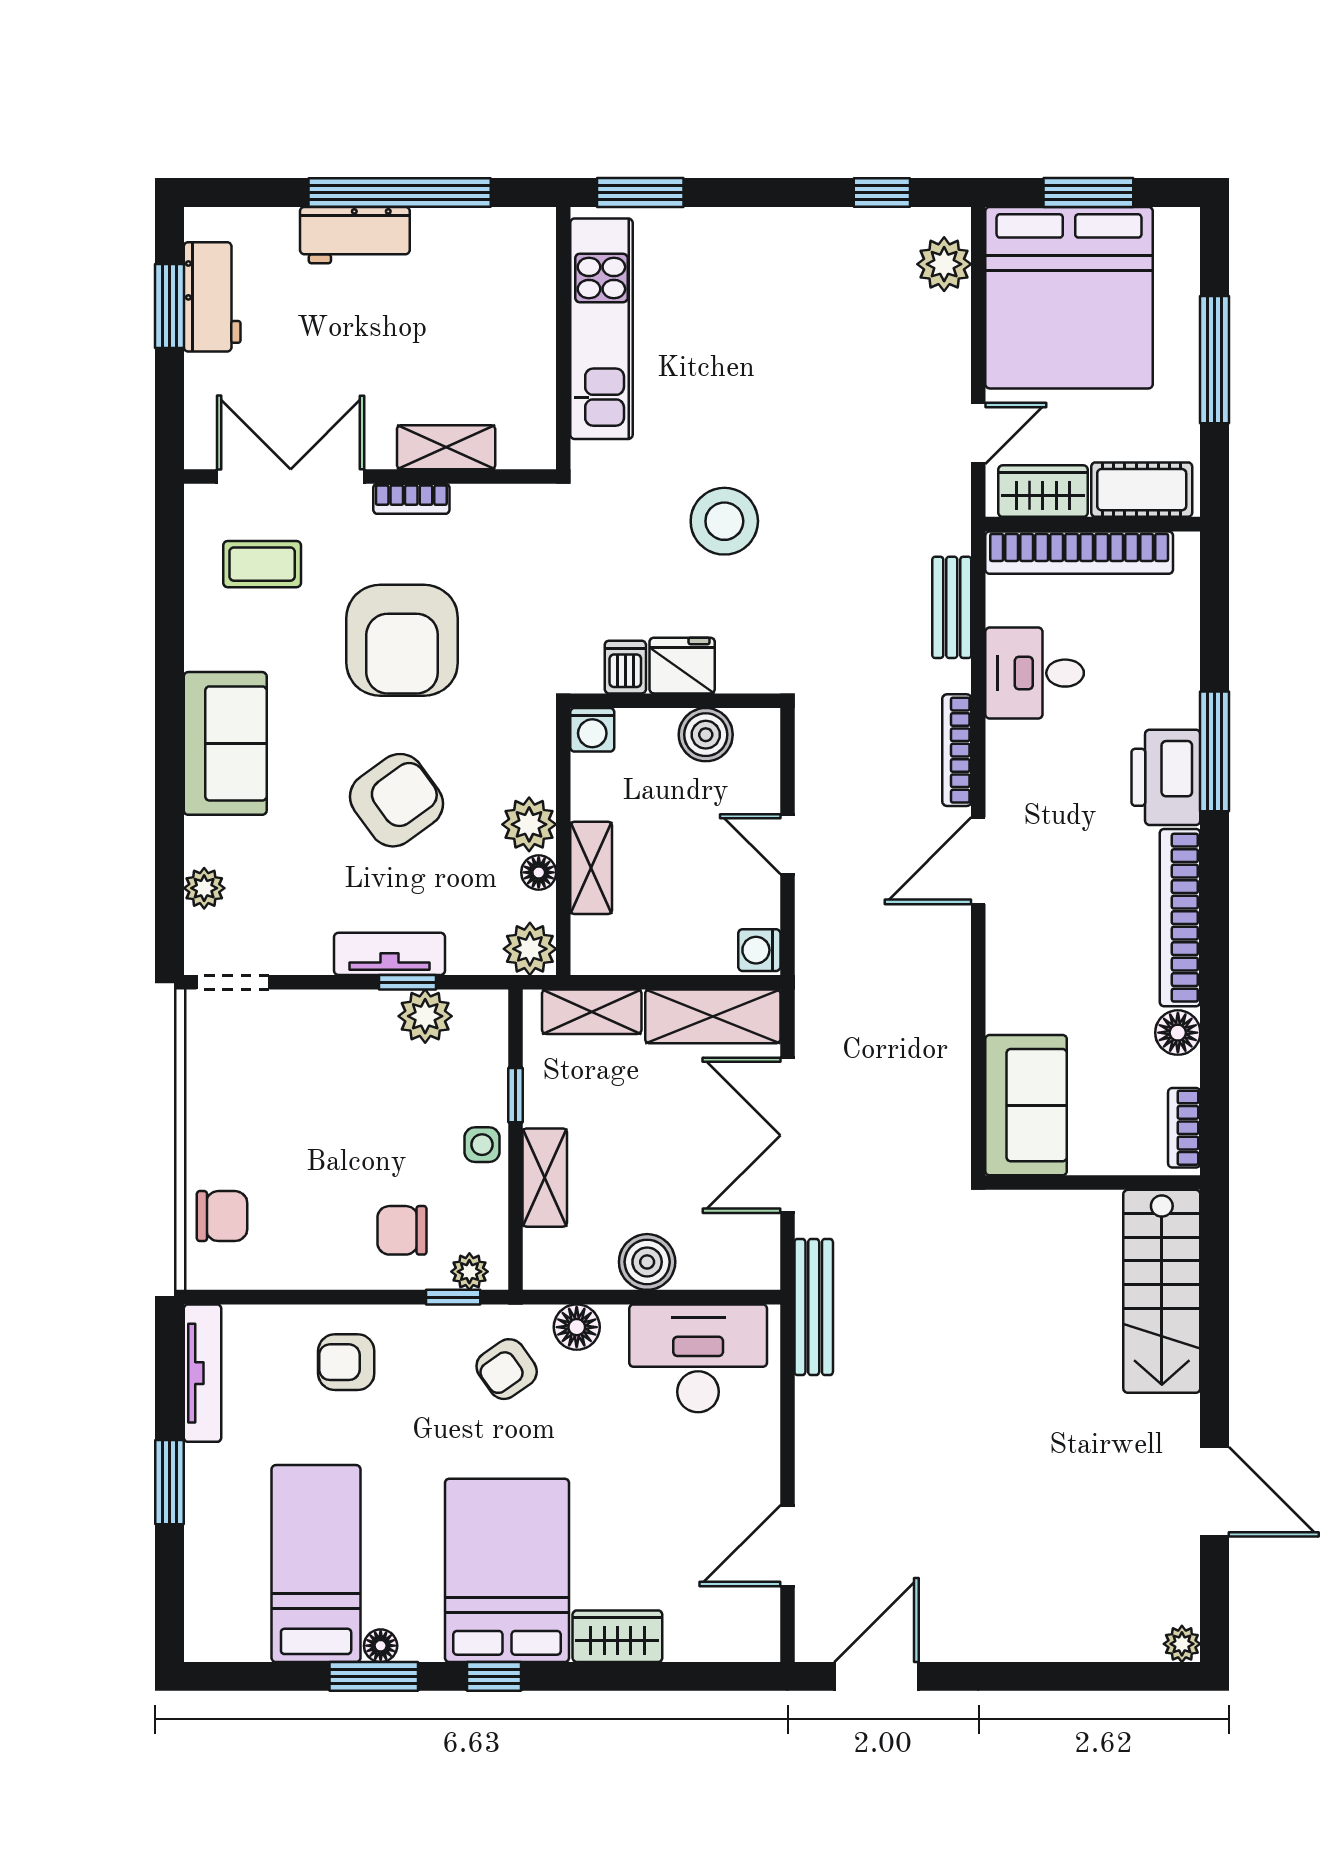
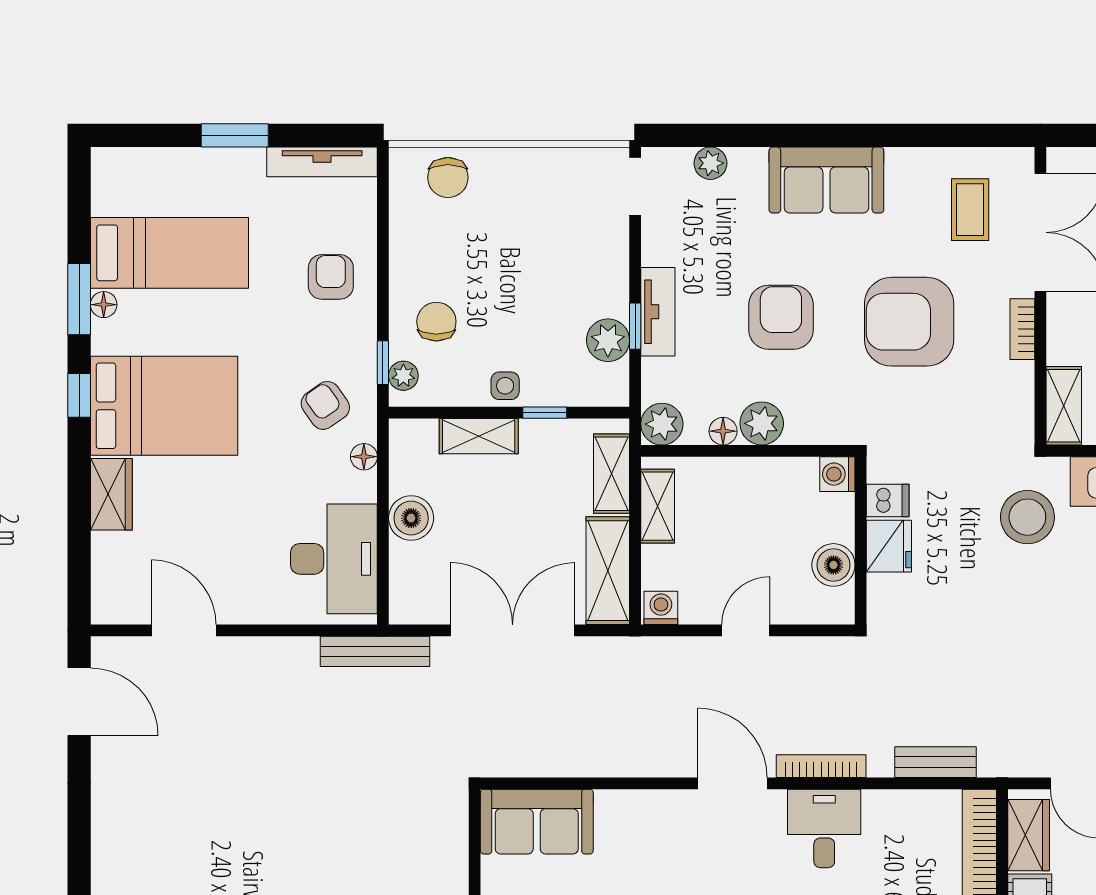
shelving: (446, 447) -> (1064, 406), moved
stool: (724, 521) -> (1027, 517), moved
desk: (1035, 673) -> (824, 828), moved
armchair: (397, 800) -> (781, 317), turned -144
shelving: (591, 868) -> (658, 506), moved, turned 90
floor lamp: (577, 1327) -> (364, 457), width x0.73, depth x0.73

